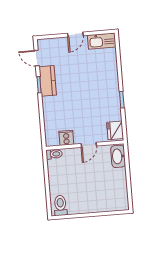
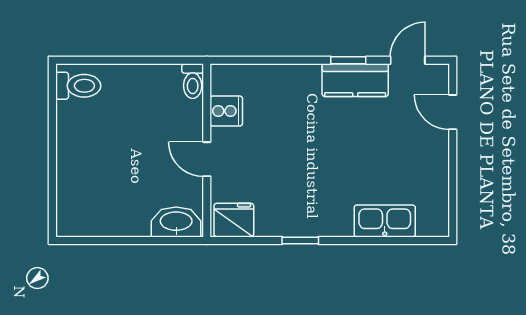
door: (75, 34) -> (453, 112), moved
kitchen sink: (102, 41) -> (385, 221), moved, turned 90

